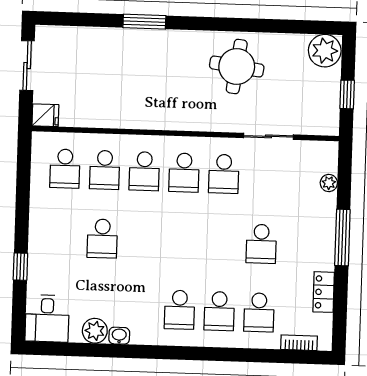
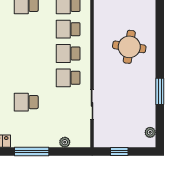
window: (144, 22) -> (160, 91), moved
plant: (325, 51) -> (150, 132), width x0.53, depth x0.53
round table: (237, 67) -> (129, 47), moved

